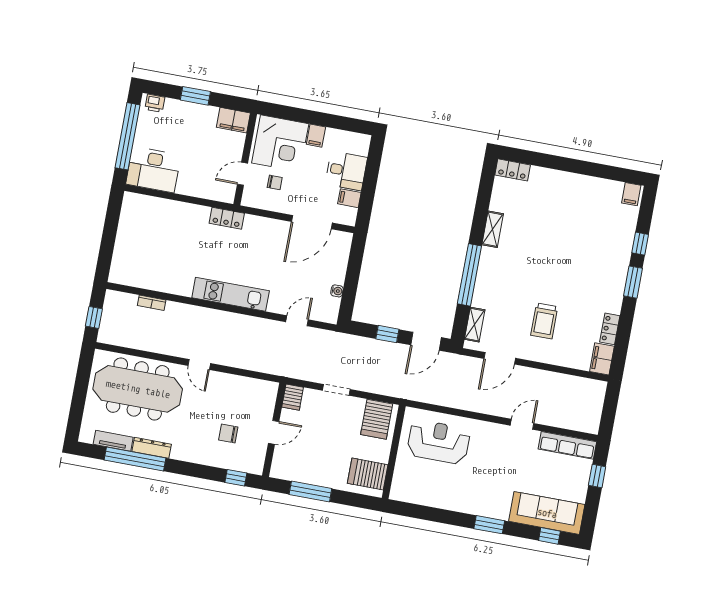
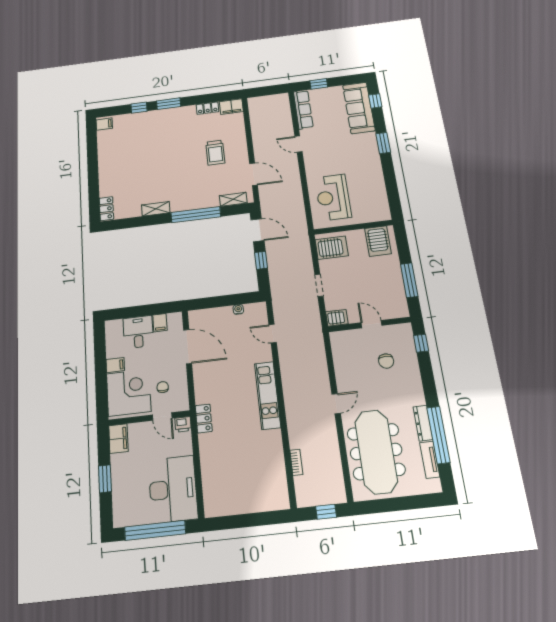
printer: (155, 103) -> (183, 424), moved, turned 90
desk: (153, 170) -> (173, 489), width x1.36, depth x1.30
trolley: (544, 321) -> (215, 153), turned 90

